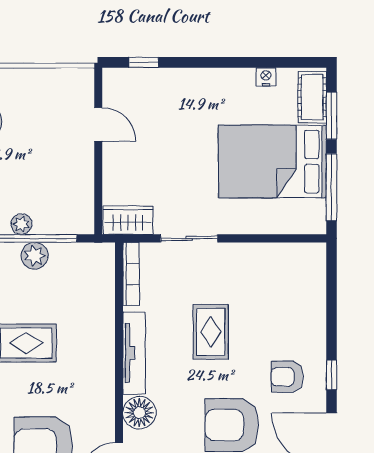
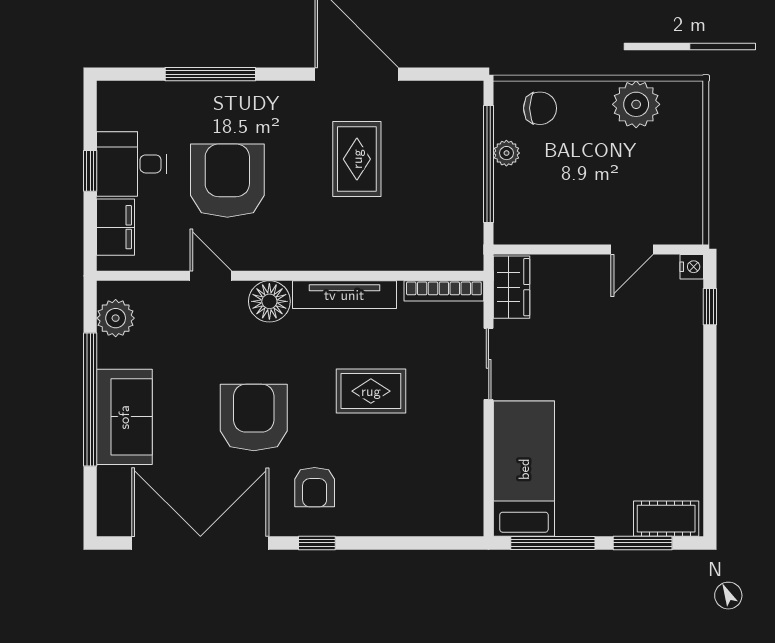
nightstand: (266, 77) -> (692, 267), moved
bed: (272, 162) -> (524, 469), moved, width x0.67
plant: (34, 256) -> (467, 169), removed
armchair: (287, 377) -> (315, 487), turned 180

